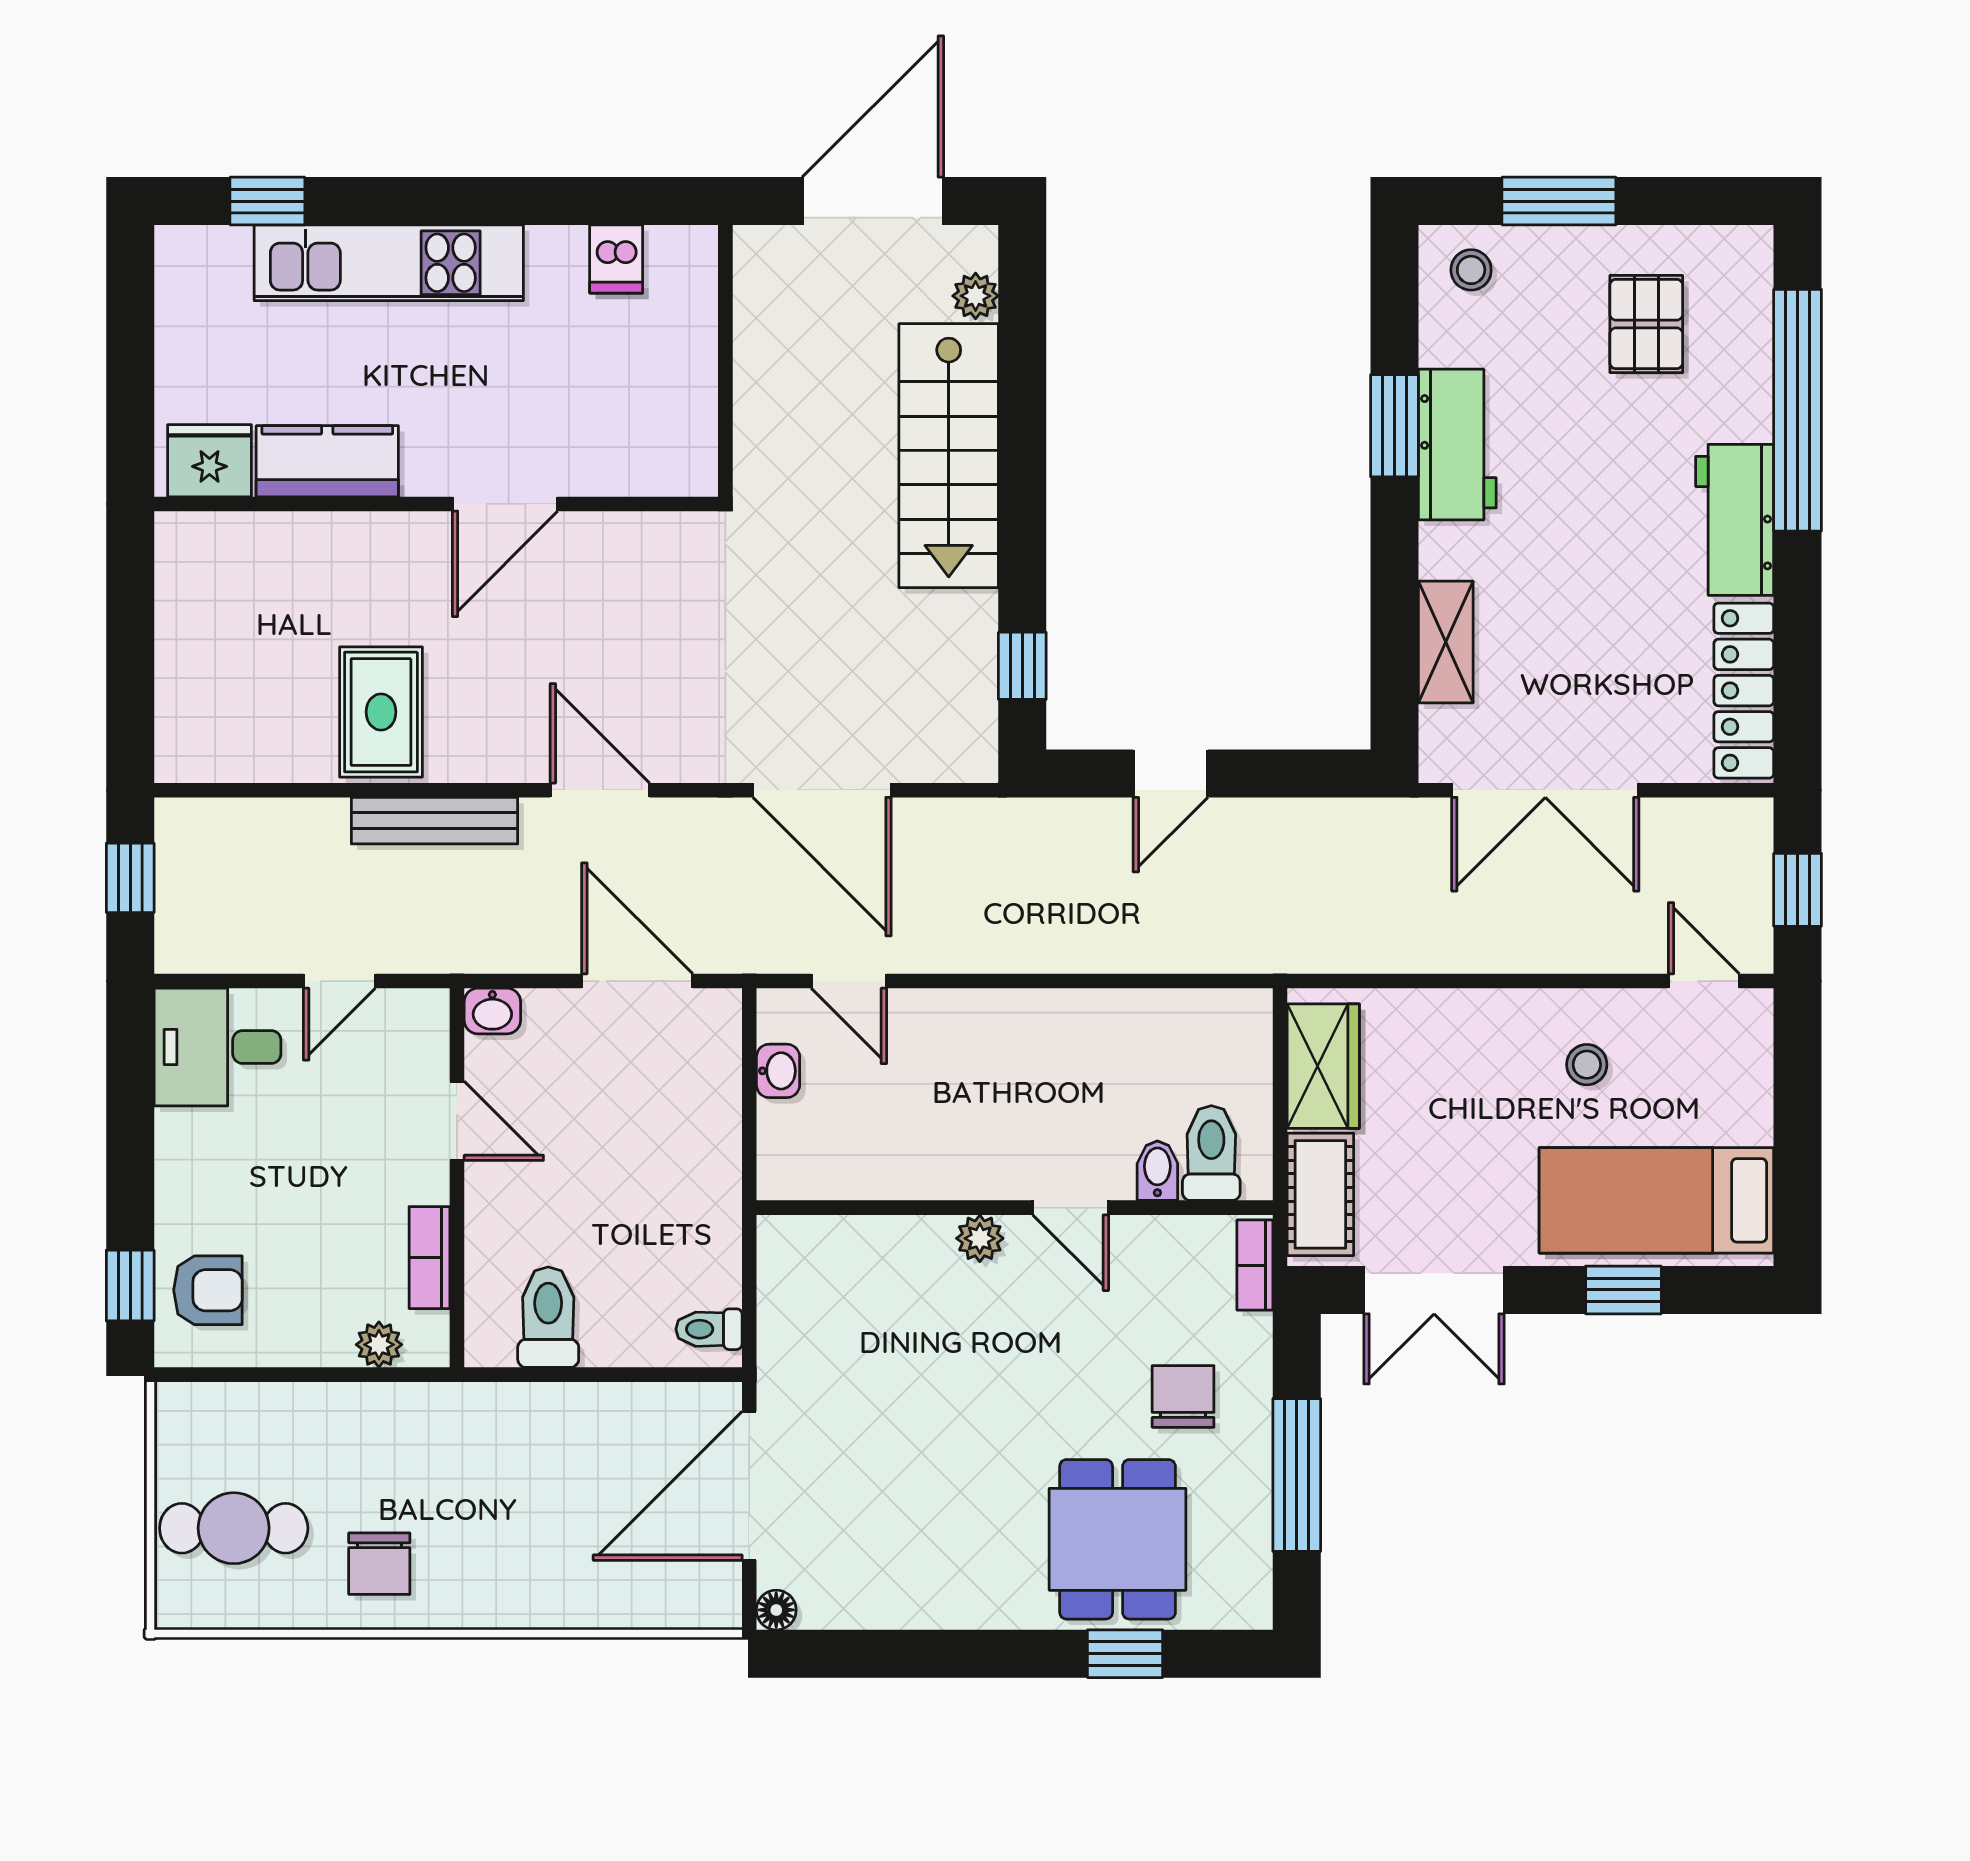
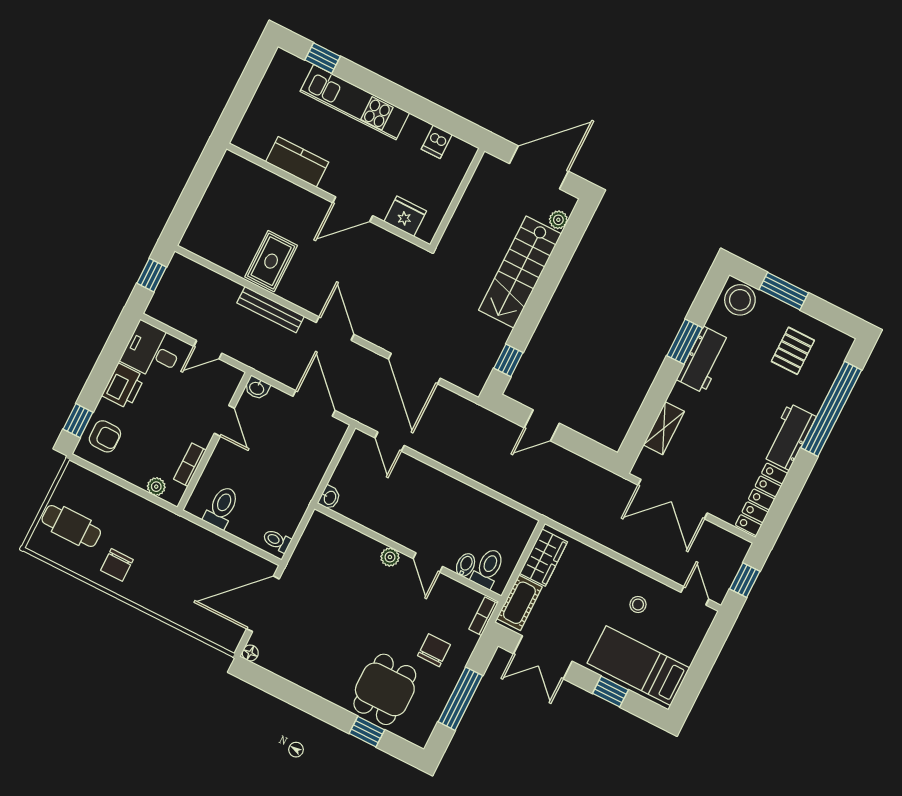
stool: (1471, 270) -> (740, 300), width x1.89, depth x1.89
fridge: (209, 461) -> (405, 216), moved
washbasin: (778, 1071) -> (330, 498), moved
printer: (192, 1157) -> (123, 386), added

